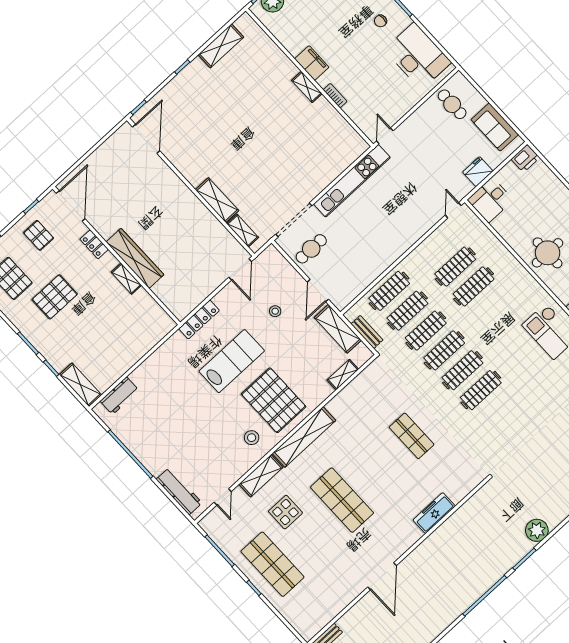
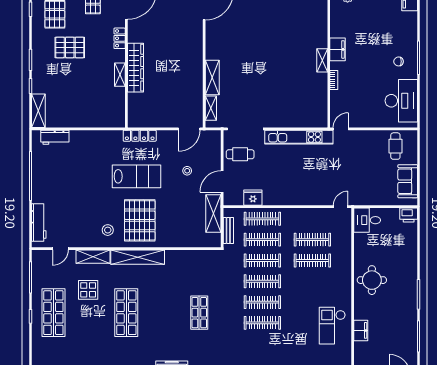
fridge: (478, 172) -> (253, 198), moved
shelving: (343, 375) -> (192, 242), removed

